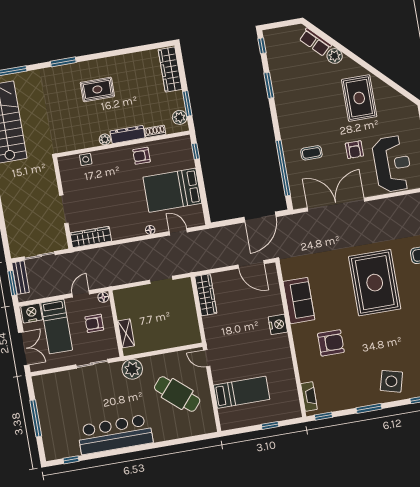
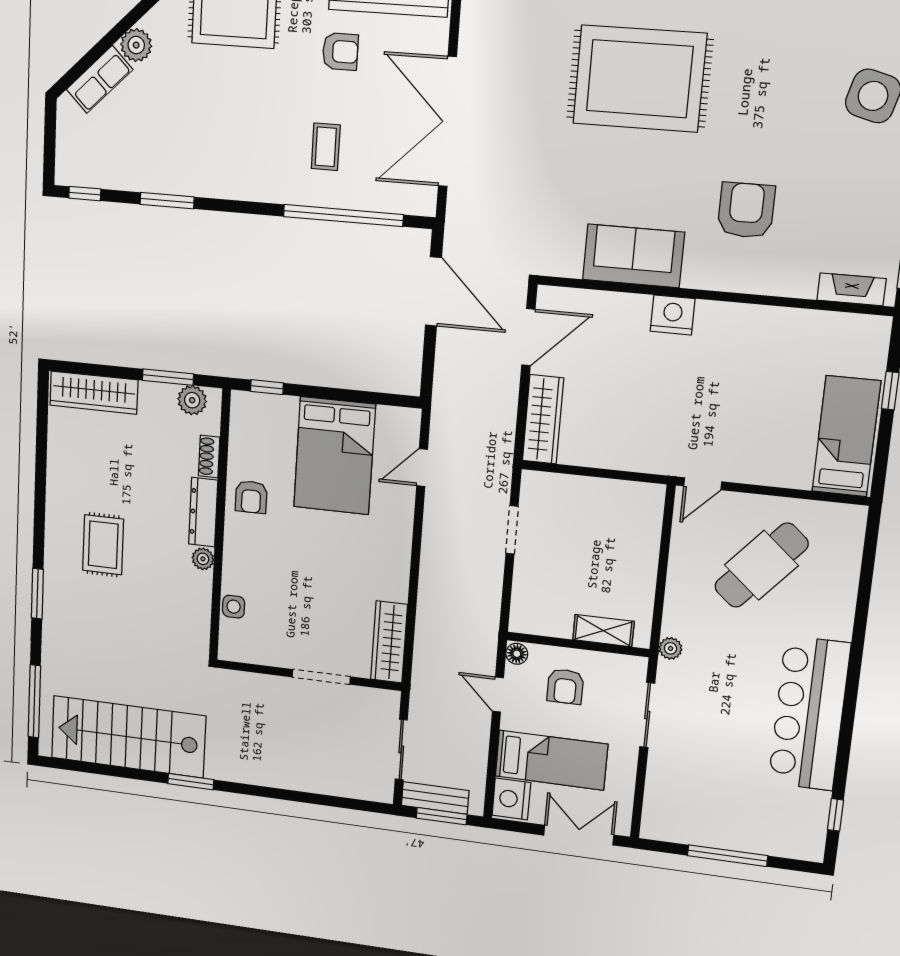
floor lamp: (150, 230) -> (404, 522), removed
wardrobe: (206, 295) -> (543, 419), moved, turned 90
plant: (132, 369) -> (670, 648), width x0.53, depth x0.53
bed: (242, 392) -> (846, 436), moved

